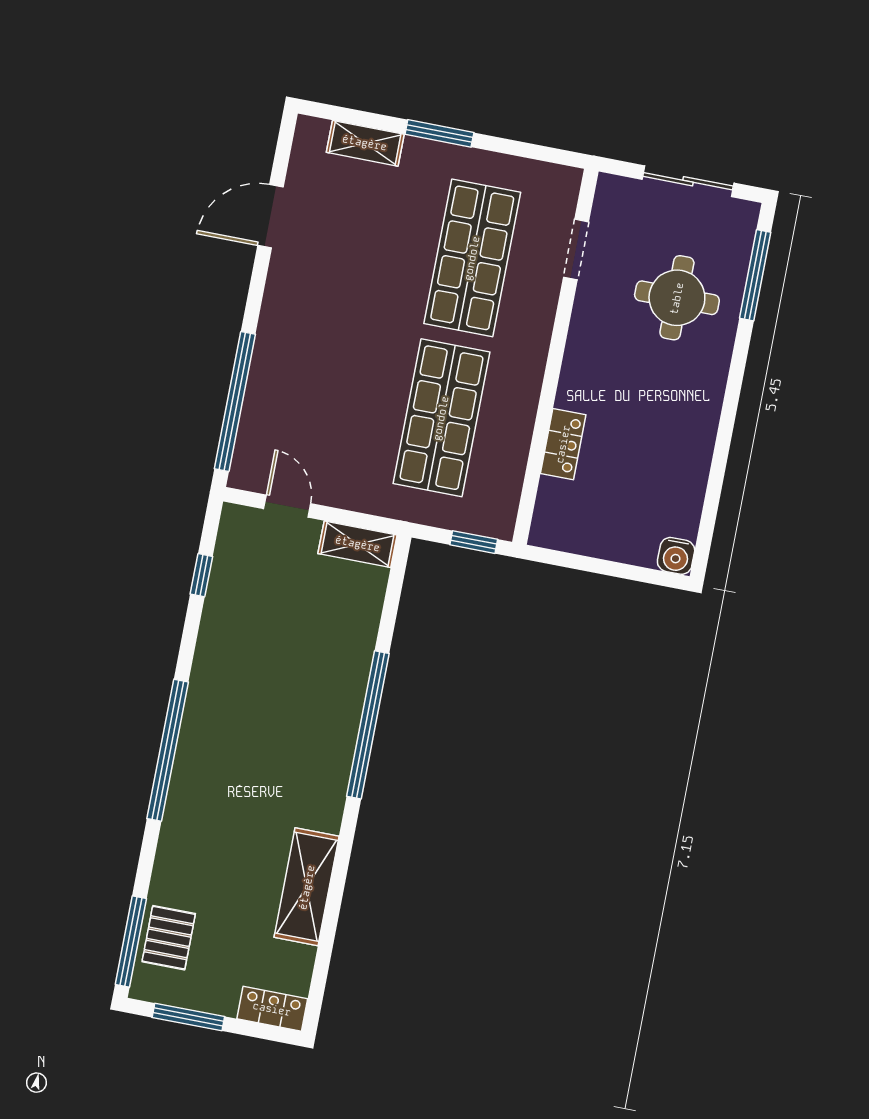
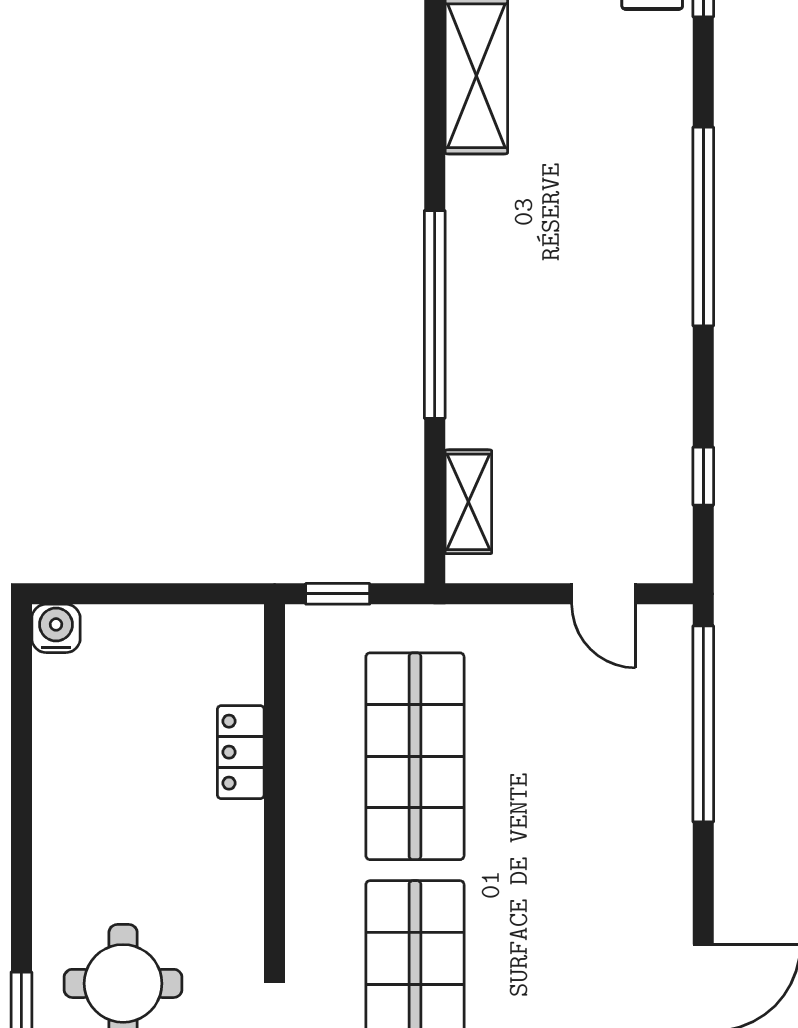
shelving: (358, 544) -> (468, 502), moved, turned 90

